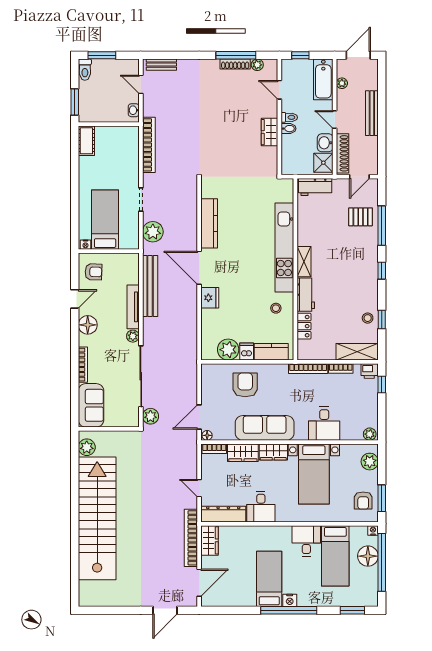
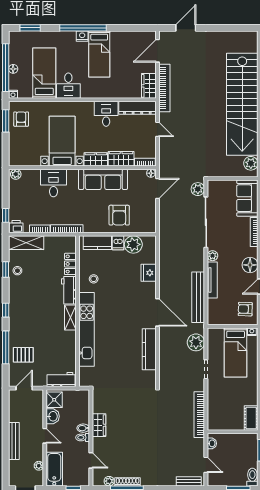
shoe rack: (343, 153) -> (38, 408), removed
fridge: (210, 298) -> (149, 273), moved
plant: (370, 462) -> (16, 151), removed
floor lamp: (368, 556) -> (13, 69), width x0.53, depth x0.53

